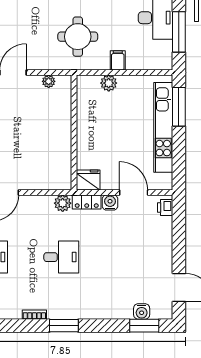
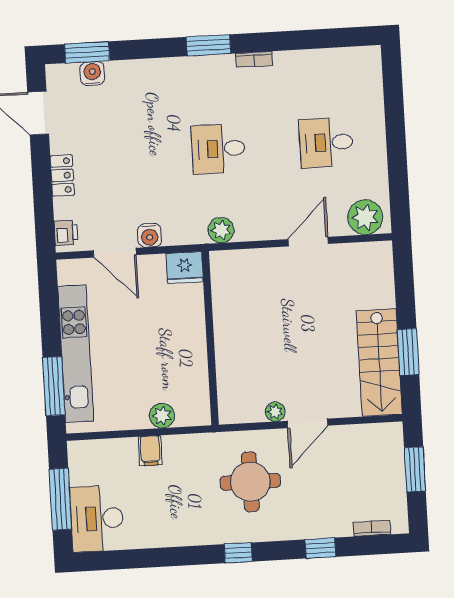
round table: (78, 37) -> (250, 482), moved
plant: (49, 81) -> (275, 412), moved
locker: (87, 202) -> (62, 175), moved, turned 90

